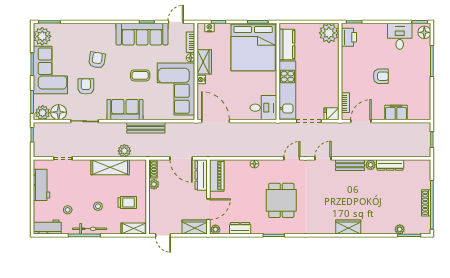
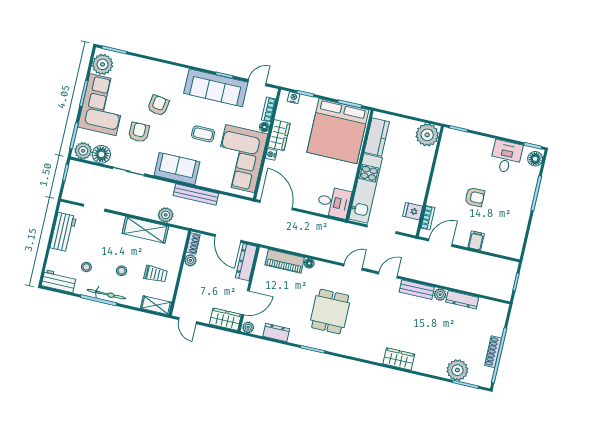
printer: (349, 37) -> (449, 145), removed
filing cabinet: (396, 113) -> (476, 241), width x0.50
fridge: (331, 114) -> (413, 211), moved
piano: (217, 176) -> (285, 261), moved, turned 90
plant: (400, 229) -> (457, 370), width x1.87, depth x1.87

